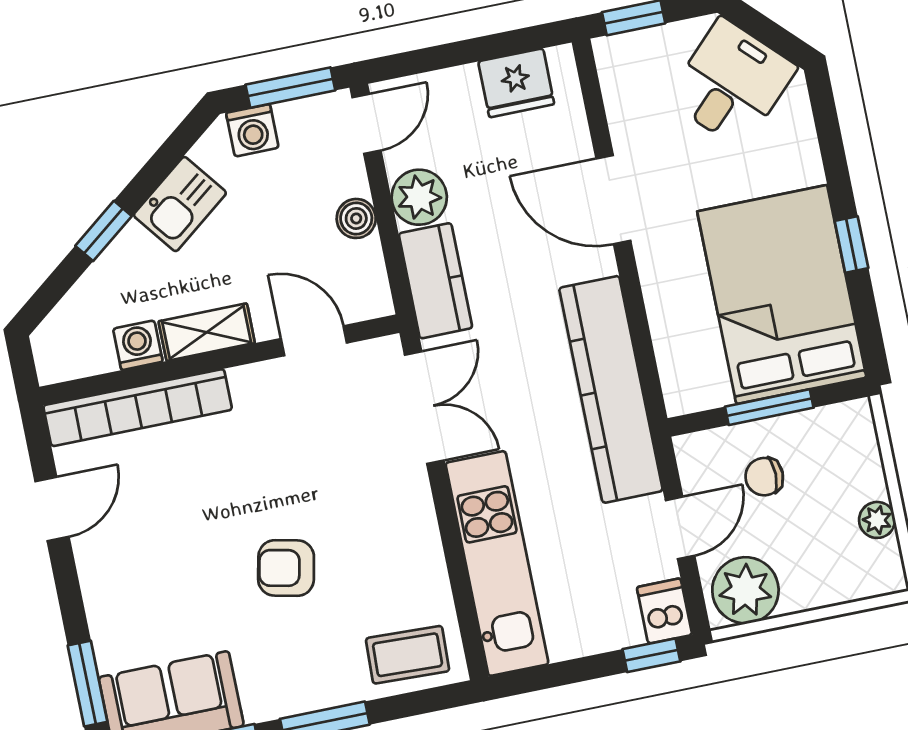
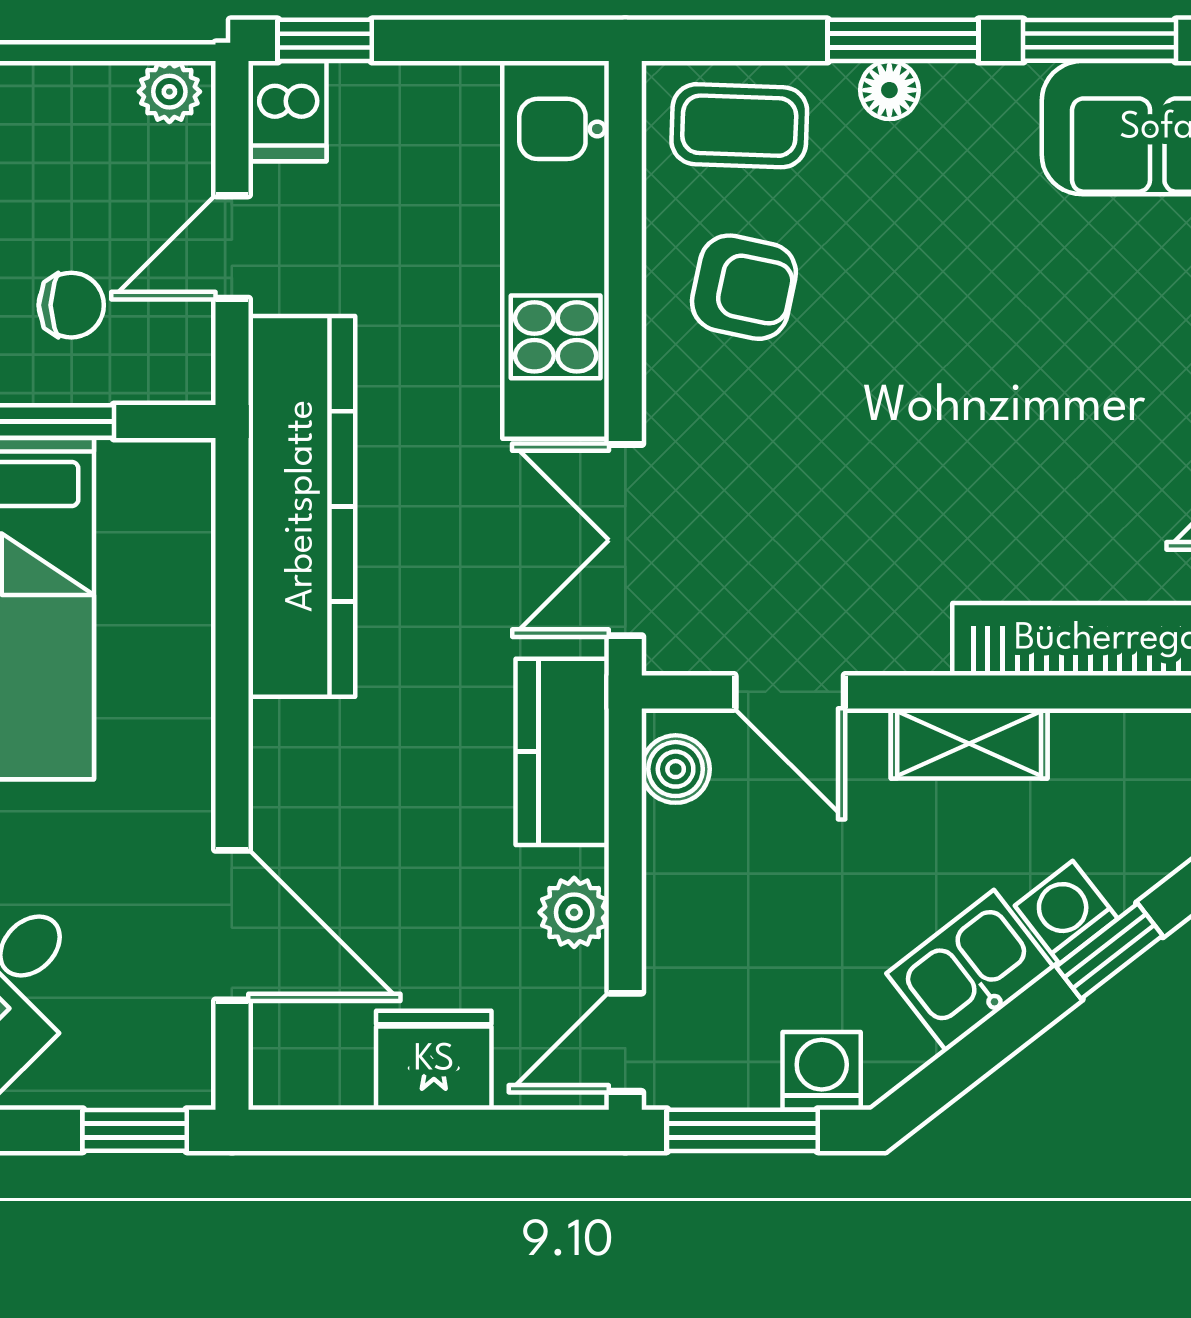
fridge: (516, 83) -> (434, 1060), moved
plant: (419, 197) -> (574, 912), width x0.73, depth x0.73
door: (613, 200) -> (232, 925), moved
boiler: (356, 218) -> (676, 769), moved
washing machine: (138, 345) -> (1066, 912), moved, turned 142
armchair: (286, 568) -> (744, 287), moved
plant: (745, 590) -> (169, 92), width x0.53, depth x0.53
floor lamp: (327, 692) -> (889, 90), added

